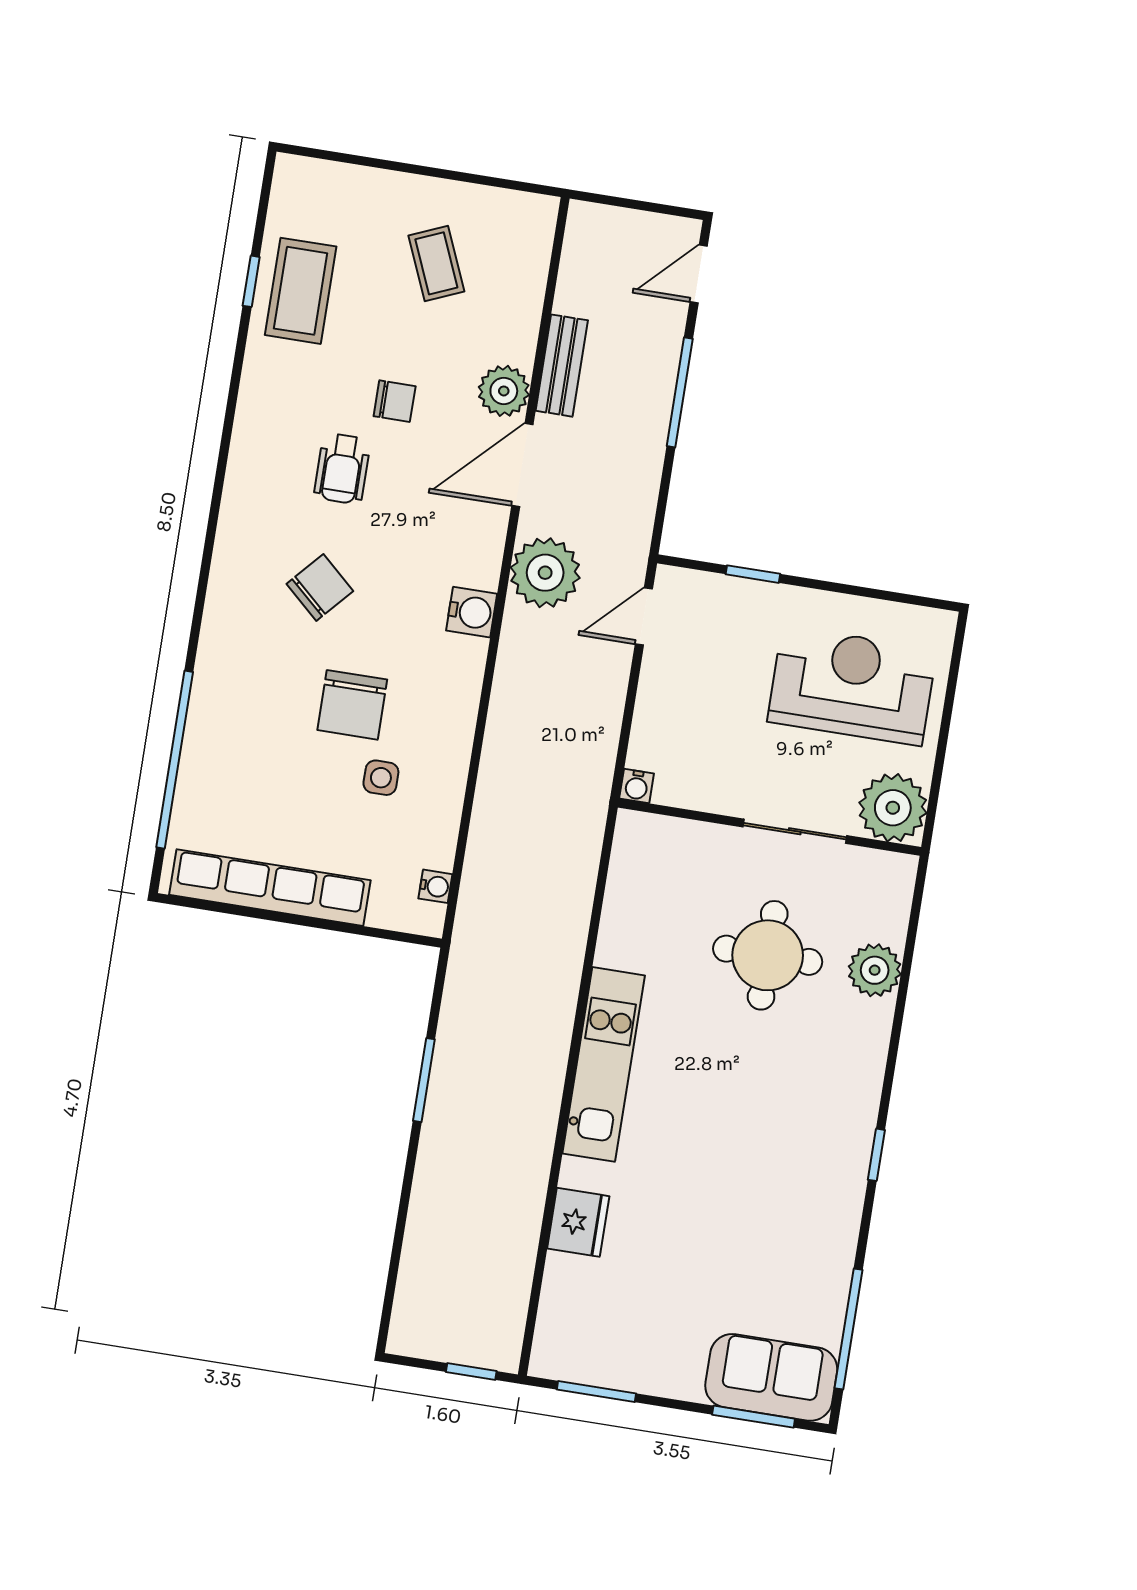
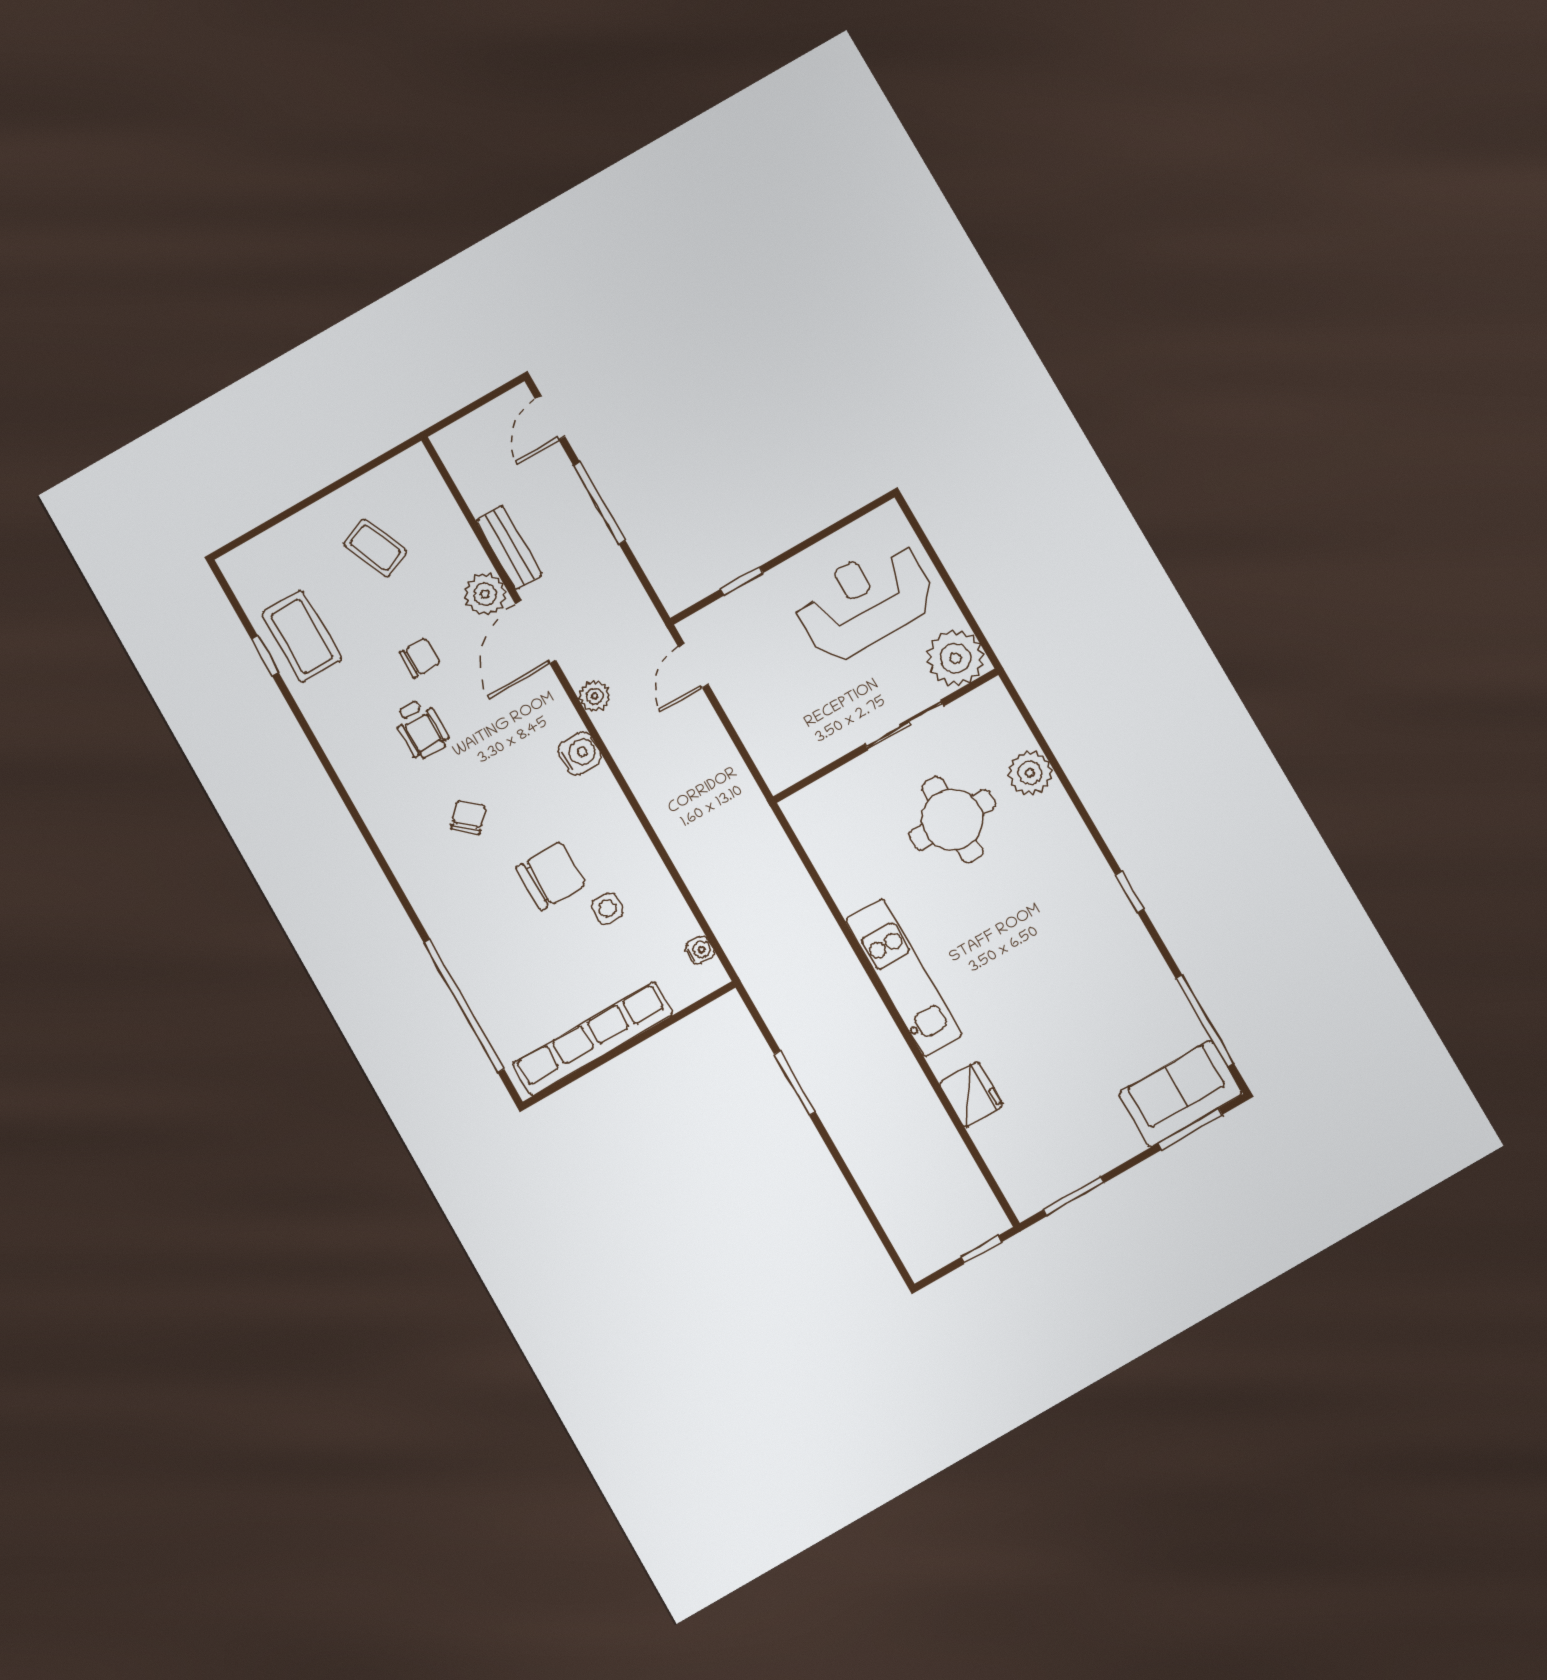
plant: (545, 573) -> (595, 696), width x0.53, depth x0.53
chair: (320, 587) -> (468, 817), width x0.73, depth x0.73
chair: (352, 705) -> (551, 876), turned -90
water cooler: (637, 786) -> (778, 779), removed

